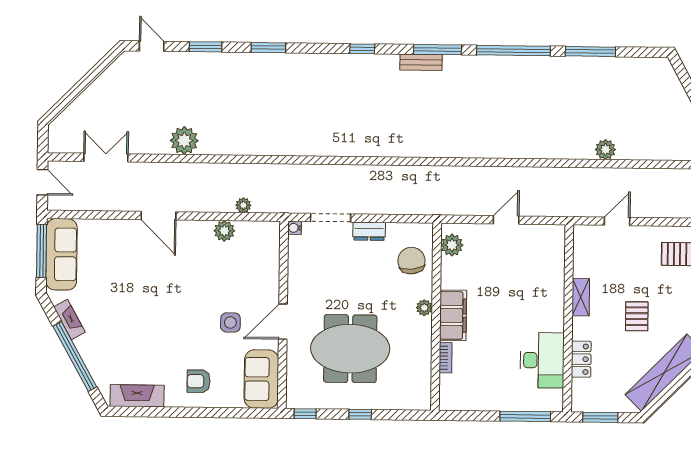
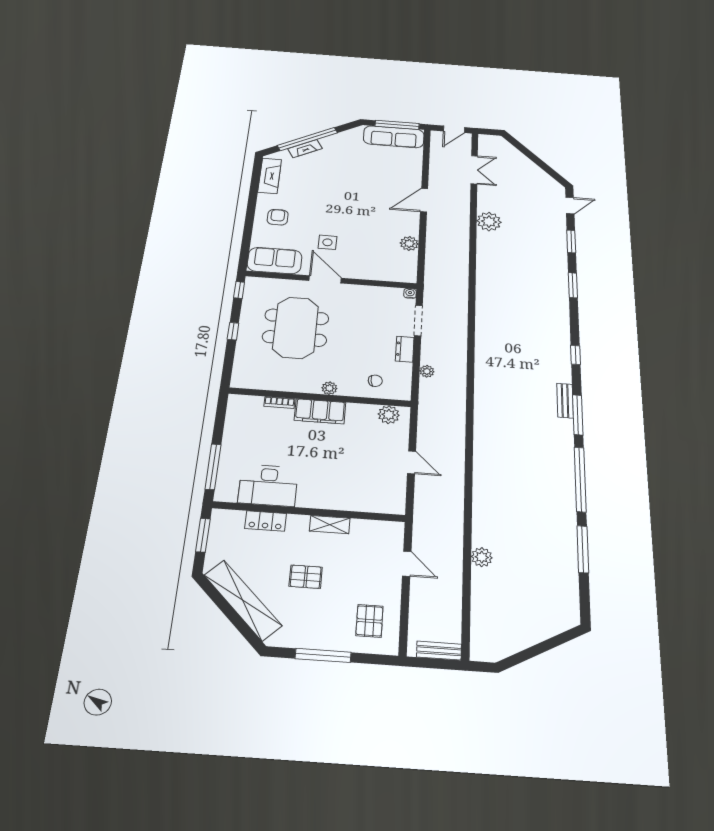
plant: (243, 205) -> (427, 371), moved
chair: (411, 261) -> (375, 381), width x0.54, depth x0.54
fireplace: (69, 319) -> (305, 149), moved

